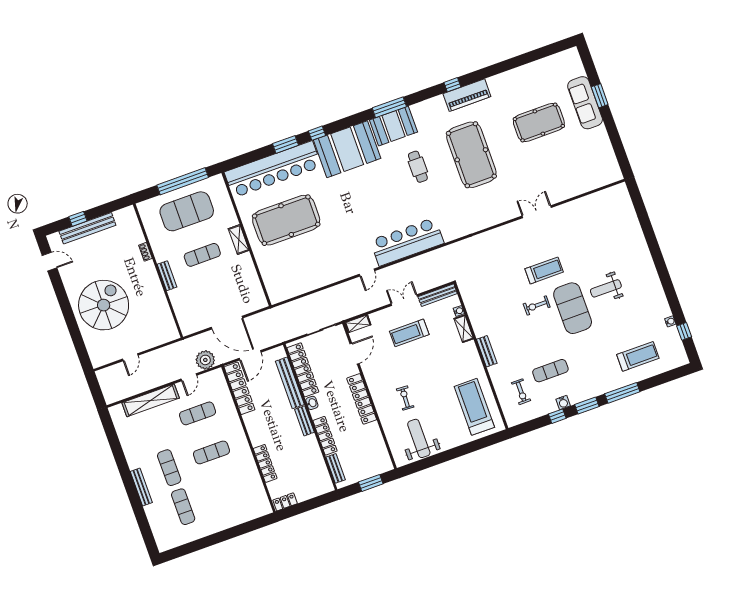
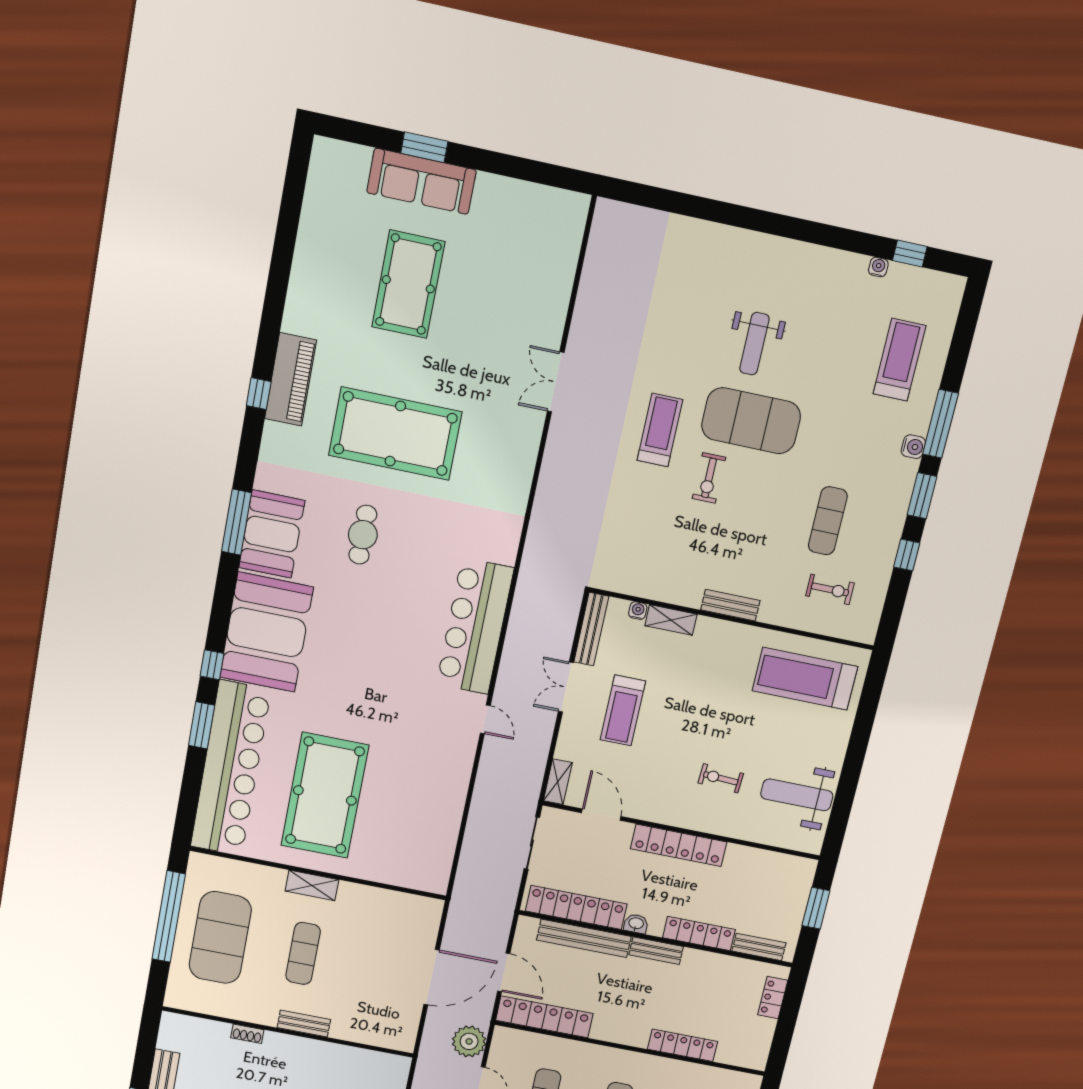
cafe table: (418, 167) -> (363, 535), turned 90
water cooler: (563, 402) -> (913, 447), moved
locker: (285, 502) -> (773, 998), moved

